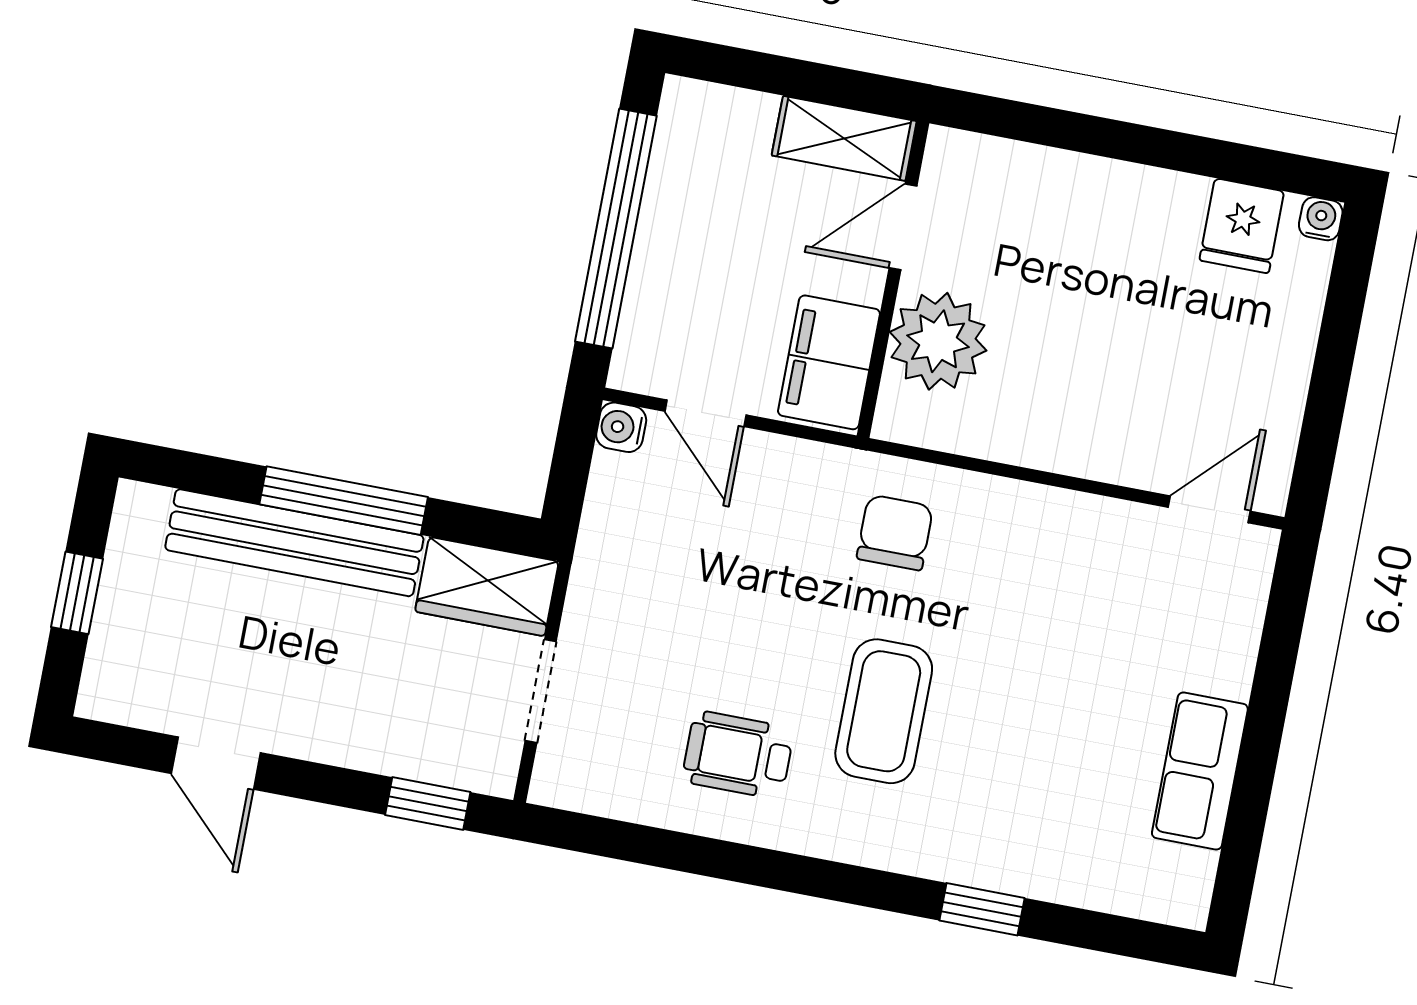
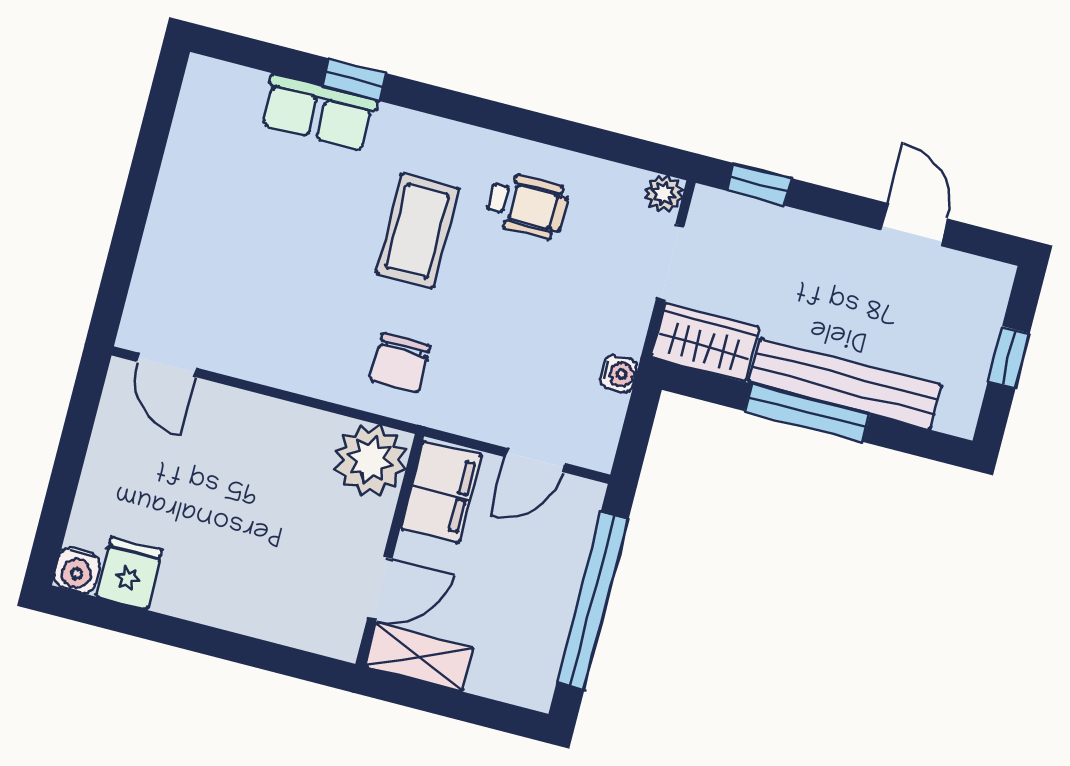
water cooler: (1321, 219) -> (77, 570), width x1.38, depth x1.38
plant: (938, 341) -> (370, 460), moved
door: (705, 413) -> (535, 460), swing flipped
water cooler: (621, 427) -> (619, 374), moved
door: (1209, 509) -> (167, 365), hinge flipped
row of seats: (1200, 771) -> (318, 112), moved, turned 90
plant: (555, 783) -> (664, 194), added

